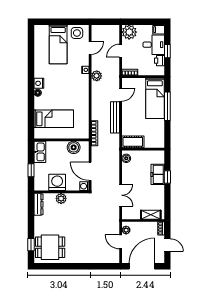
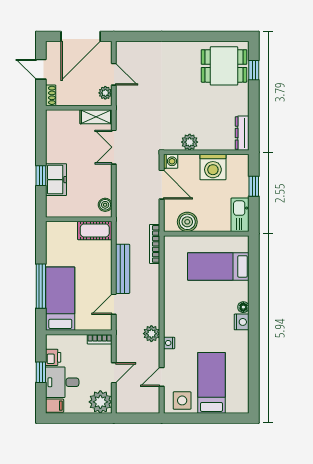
plant: (61, 198) -> (190, 142), moved
shelving: (151, 215) -> (96, 117), moved

